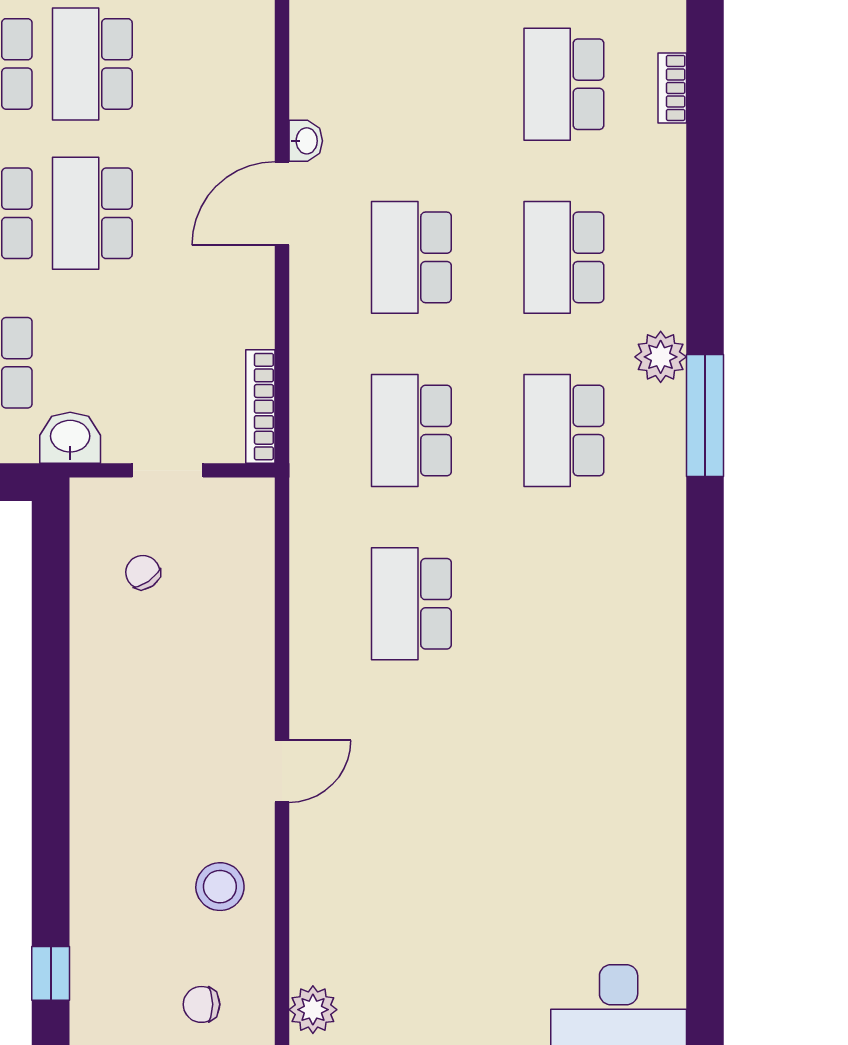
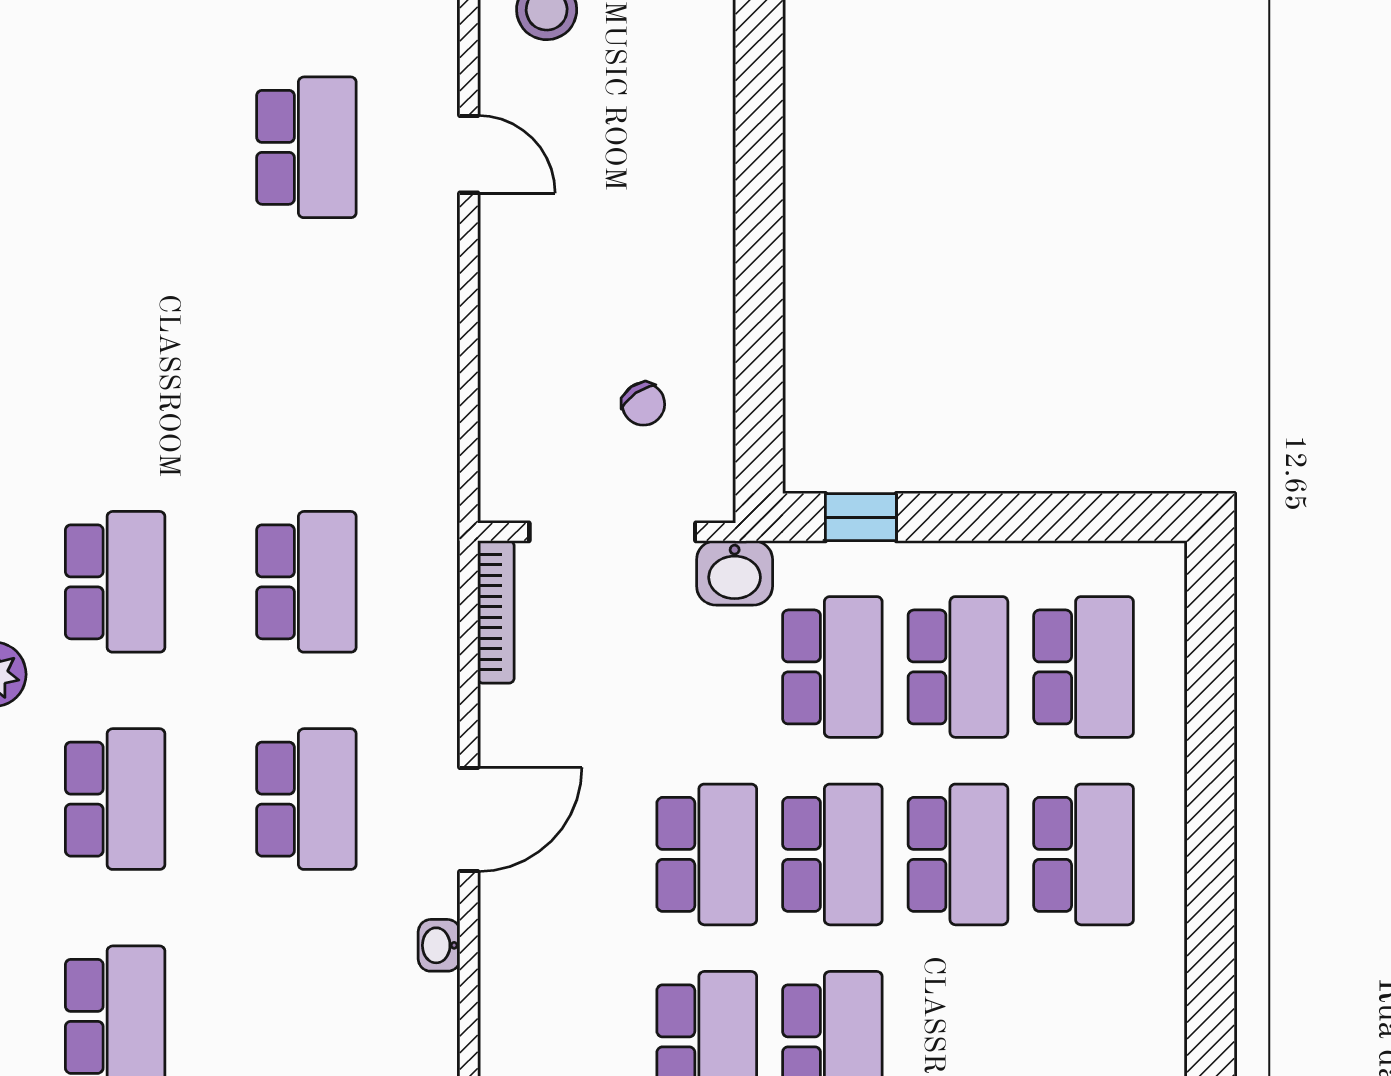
door: (282, 203) -> (469, 819), moved
doorway: (168, 470) -> (612, 532), width x1.88
school desk: (411, 604) -> (306, 147), moved
door: (282, 771) -> (469, 154), swing flipped

